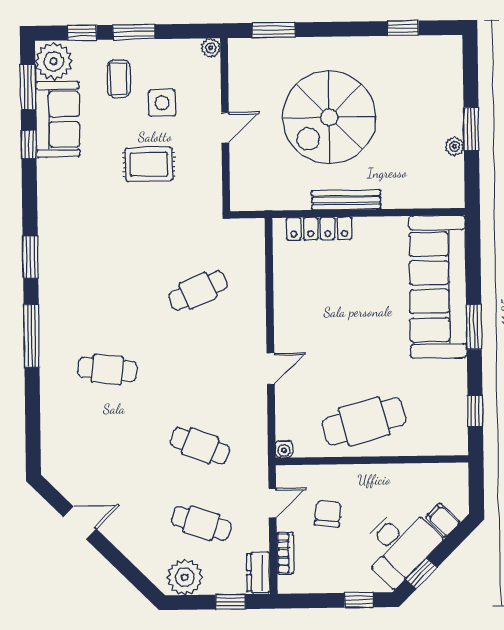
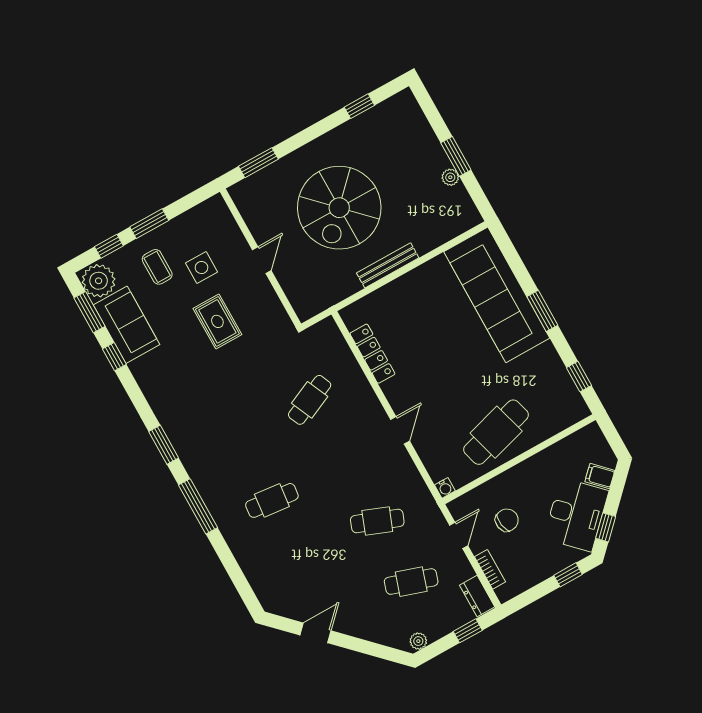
plant: (211, 48) -> (217, 203), removed
rug: (149, 164) -> (217, 321), turned 90
locker: (319, 229) -> (372, 354), moved, turned -90
chair: (328, 514) -> (507, 520), turned 75
plant: (185, 577) -> (418, 641), width x0.53, depth x0.53

